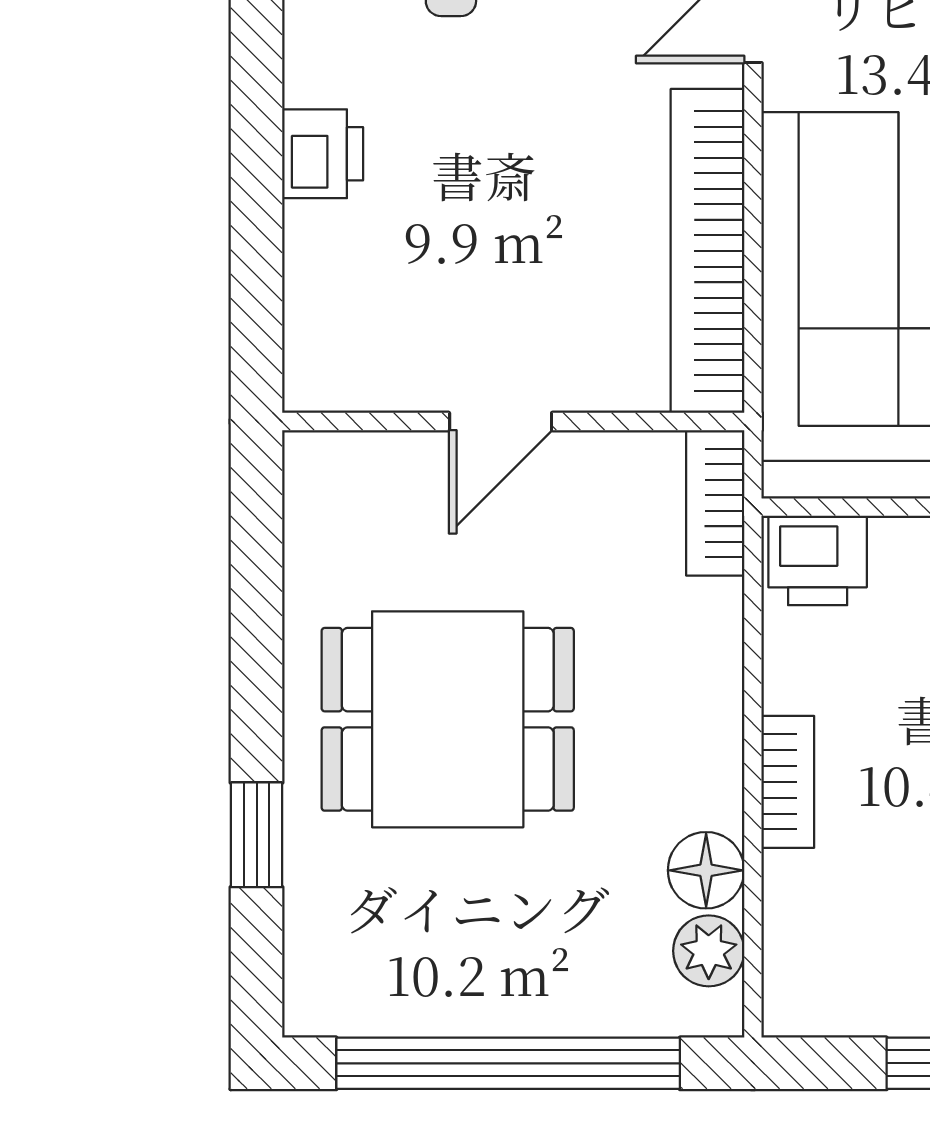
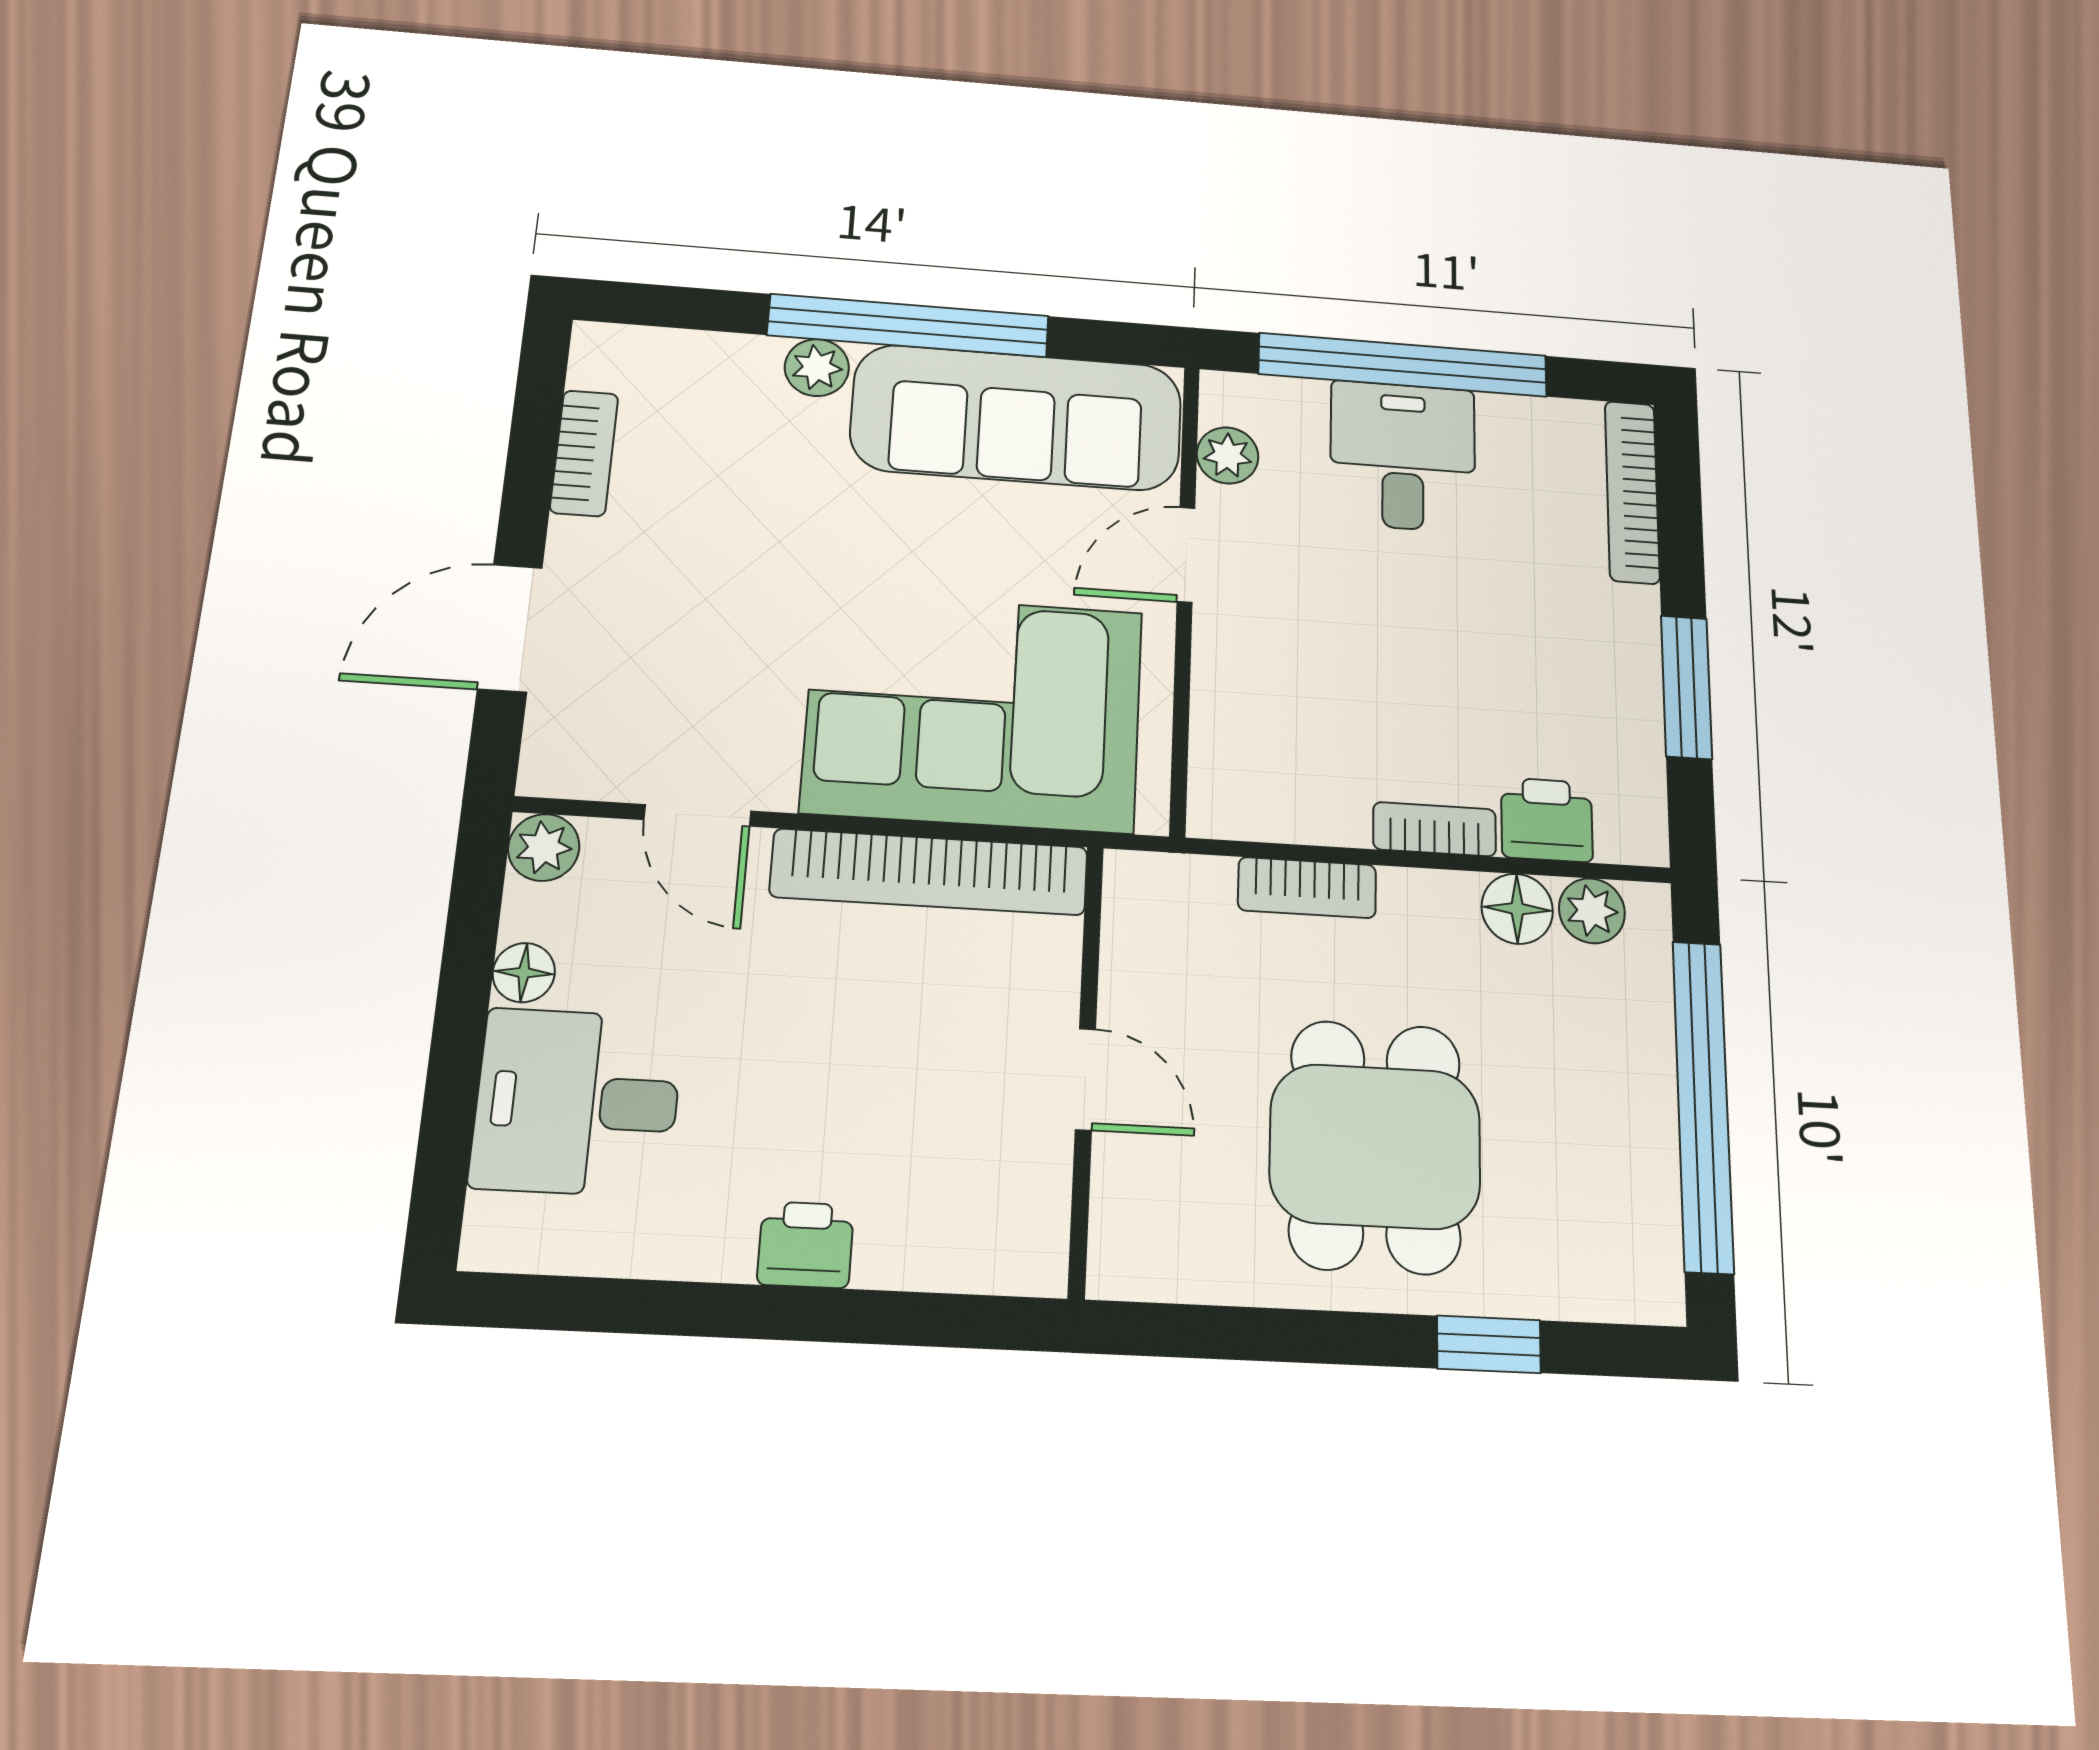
bookcase: (715, 503) -> (1307, 888), moved
printer: (818, 560) -> (1547, 820), moved, turned -90

